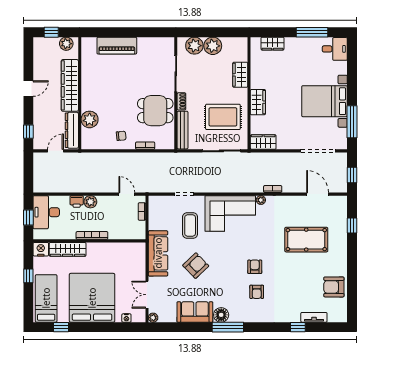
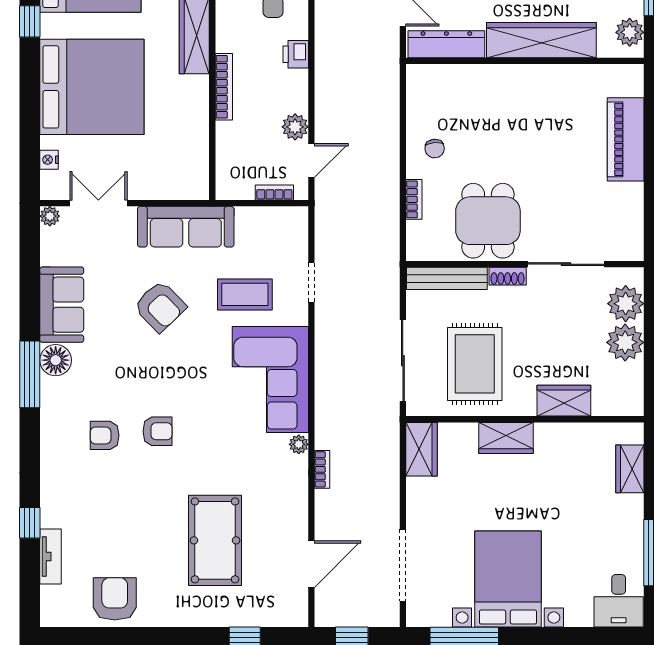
plant: (90, 119) -> (469, 82), removed
plant: (90, 202) -> (295, 127), moved

